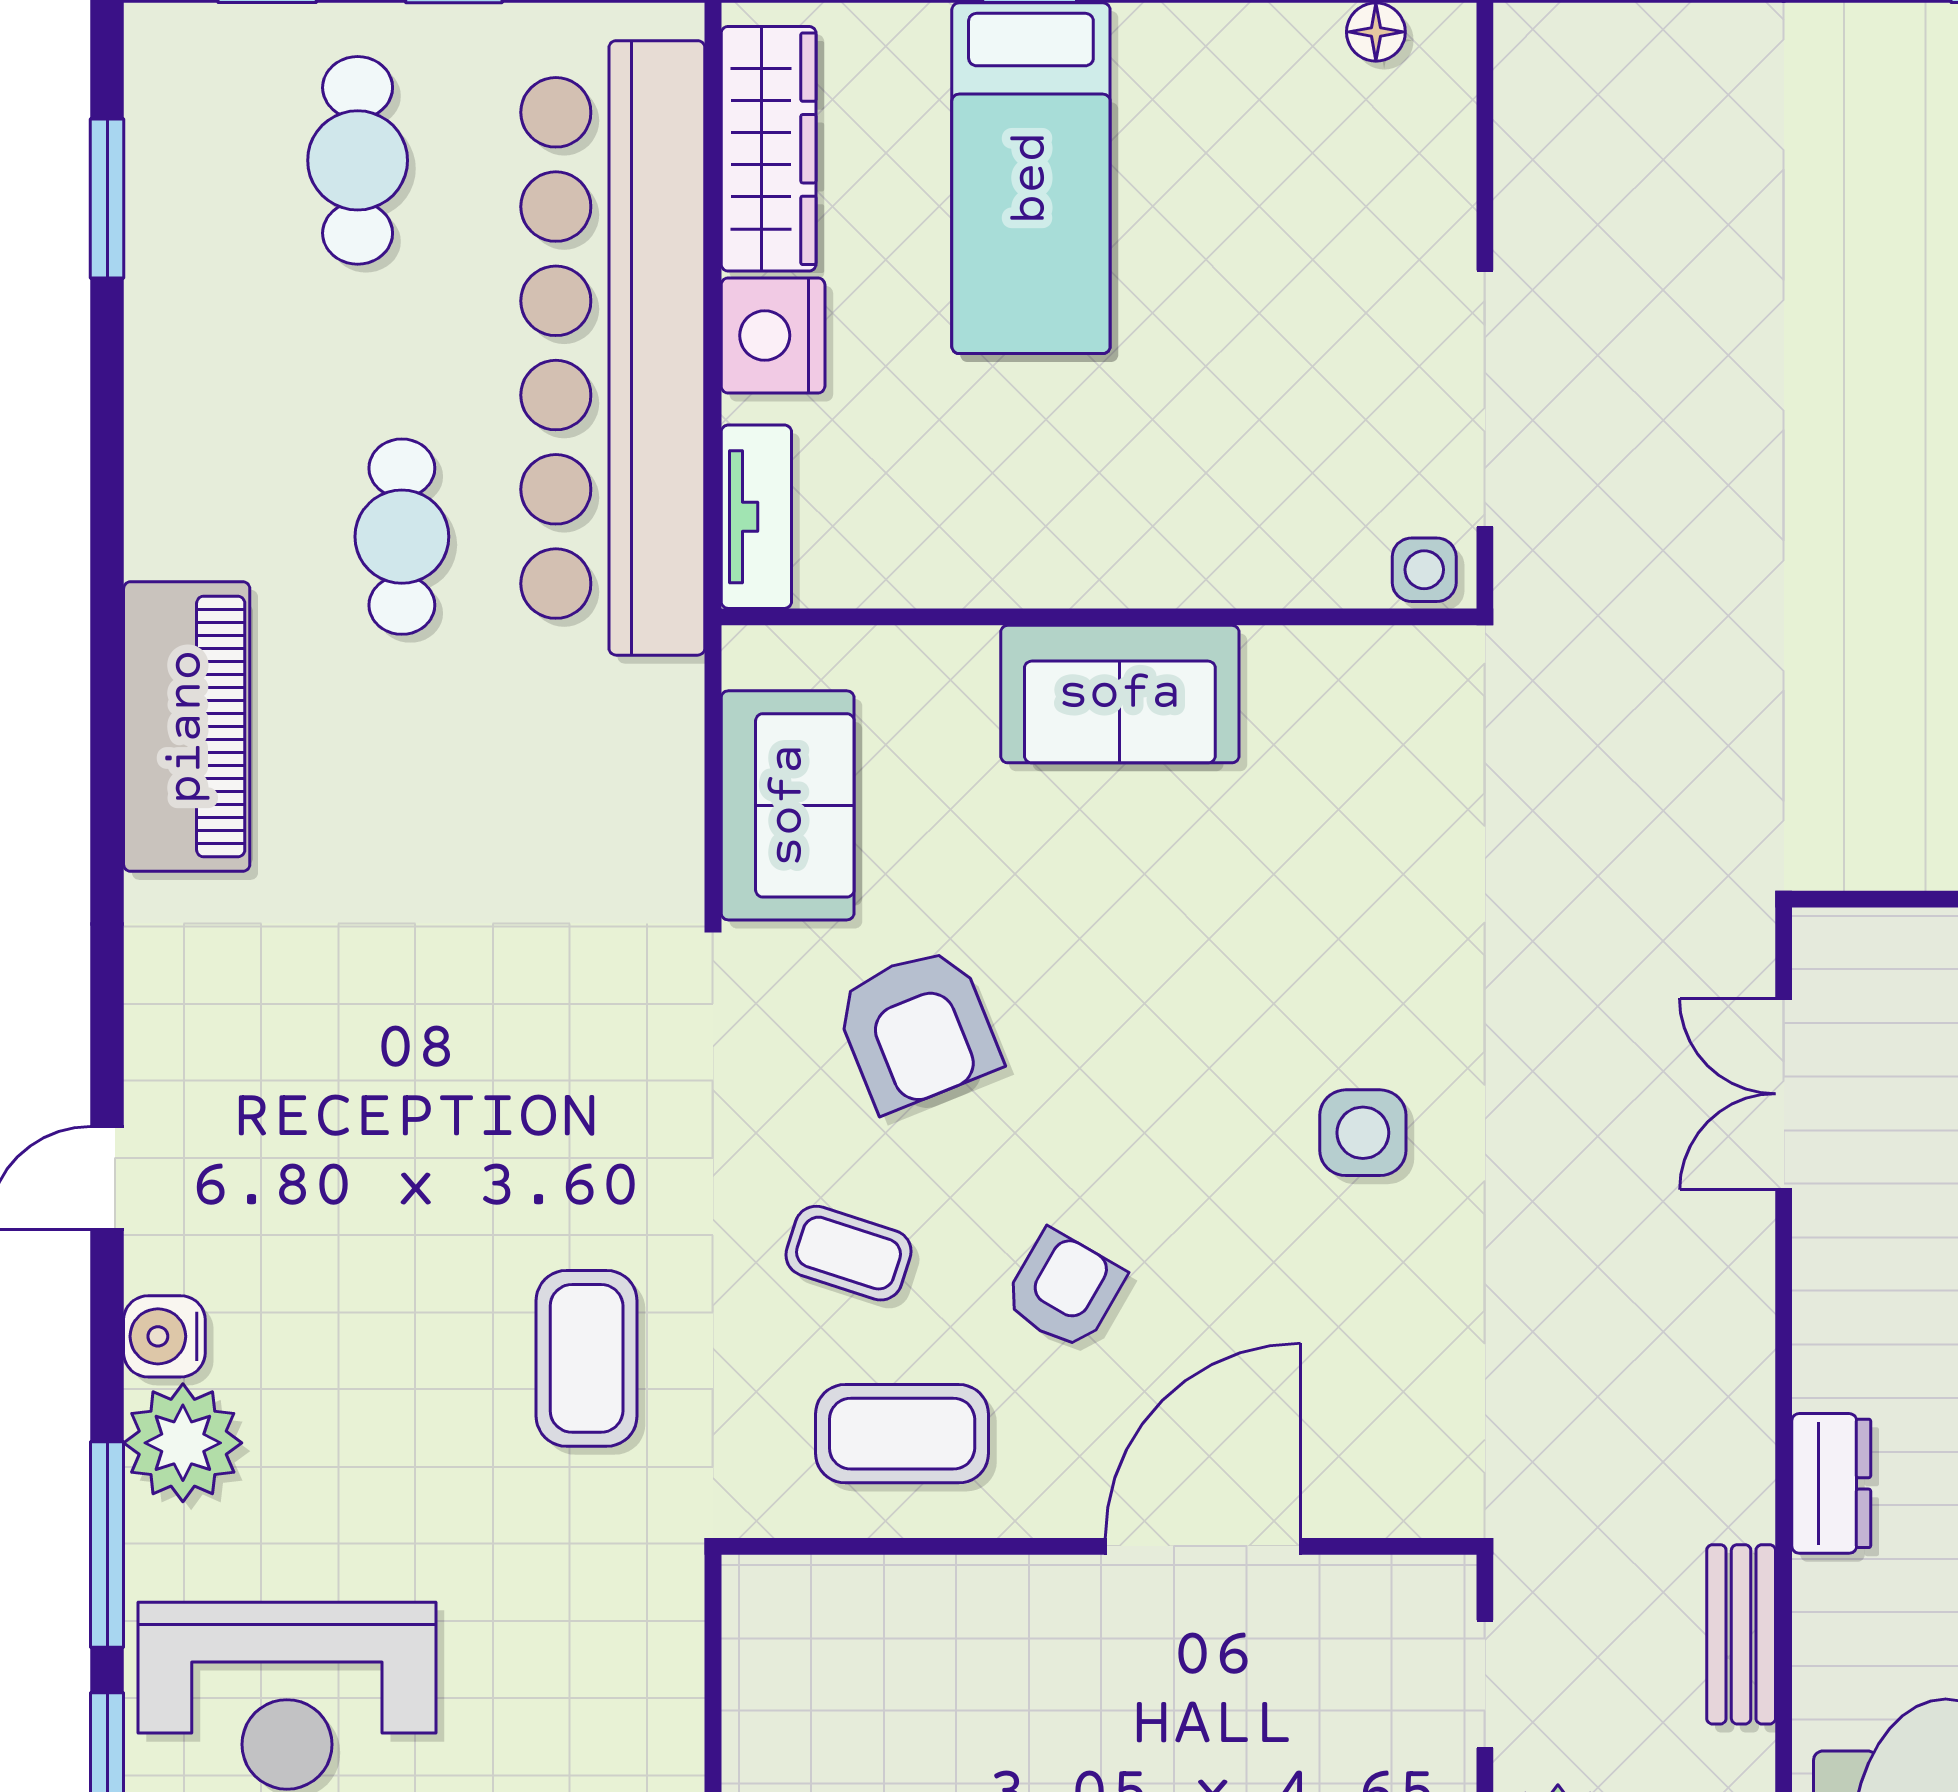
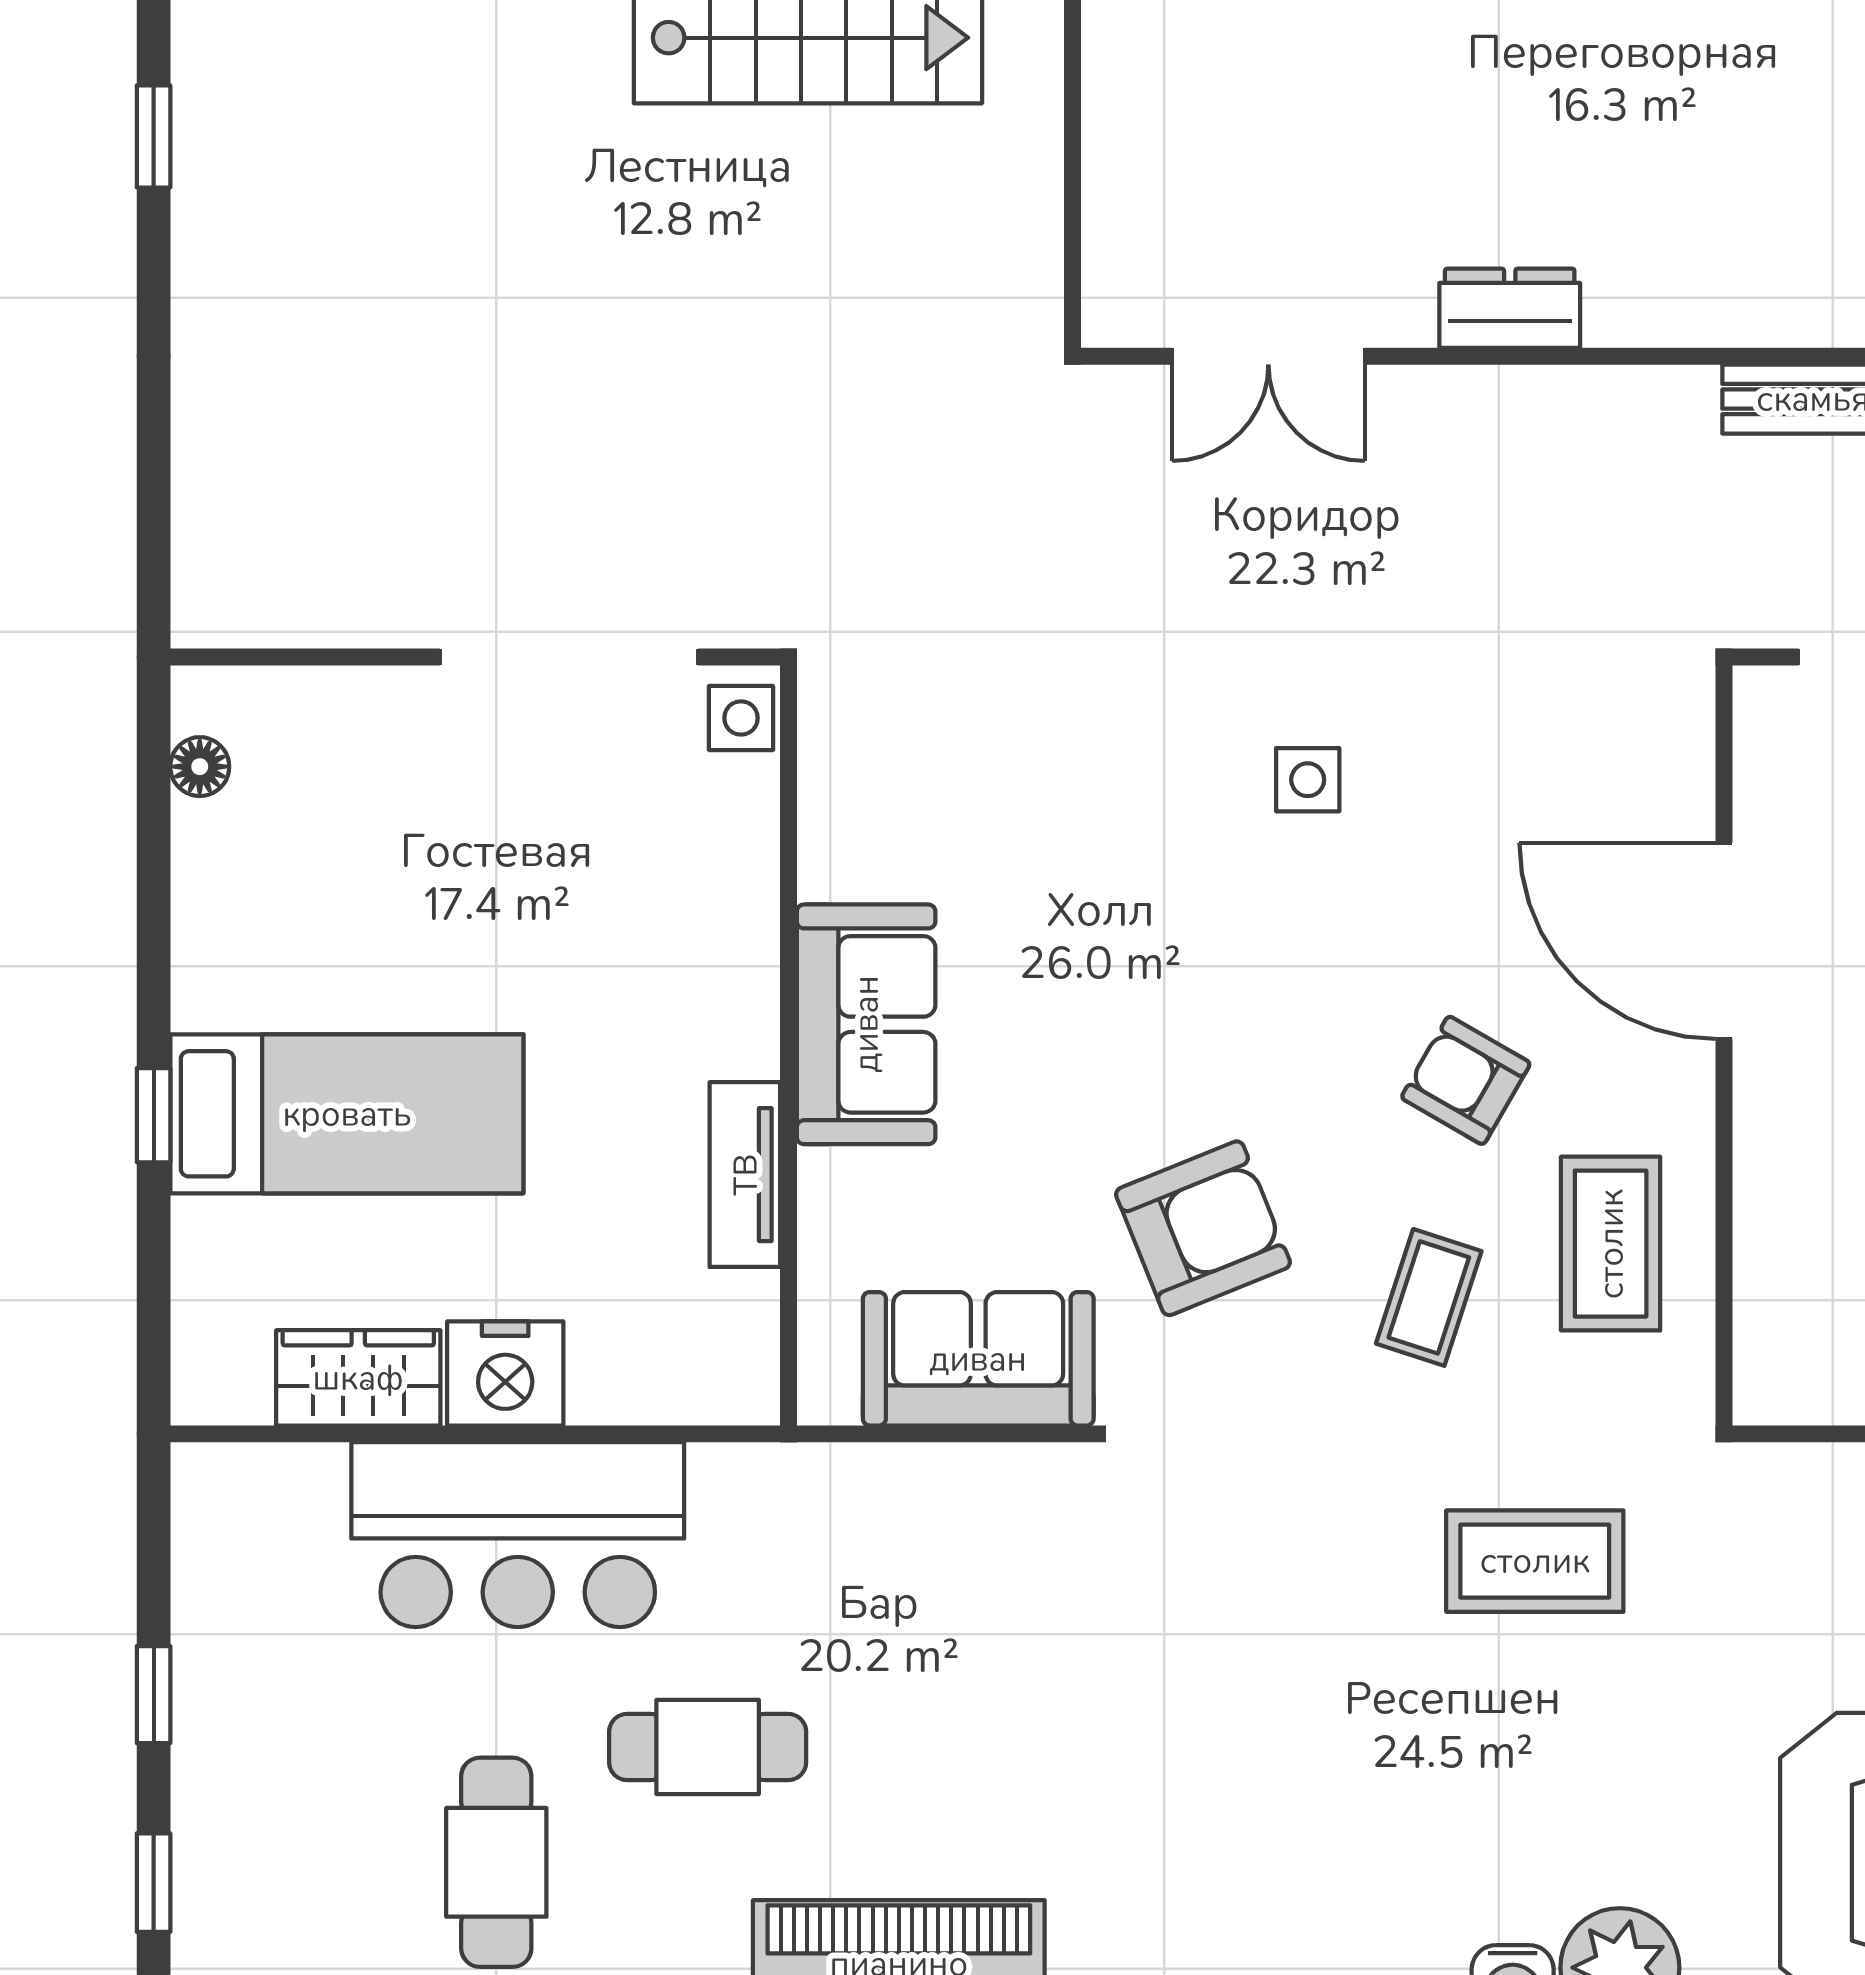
wardrobe: (769, 149) -> (358, 1378), width x0.67
cafe table: (358, 160) -> (496, 1862), moved, turned 90
bar counter: (613, 348) -> (518, 1535), width x0.54
tv unit: (756, 517) -> (745, 1175), moved, turned -90
side table: (1363, 1133) -> (1308, 780), width x0.73, depth x0.73
dresser: (1831, 1483) -> (1510, 308), moved

